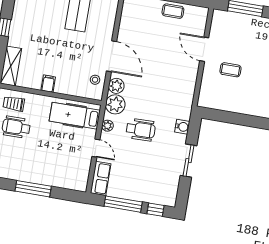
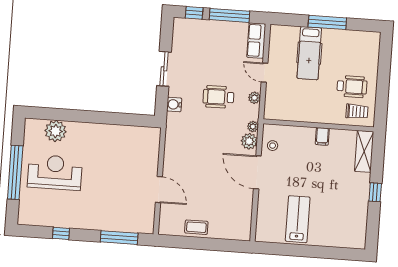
coffee table: (230, 70) -> (129, 170), removed
plant: (115, 104) -> (253, 127), width x0.53, depth x0.53
hospital bed: (75, 116) -> (309, 53), moved, turned 90

